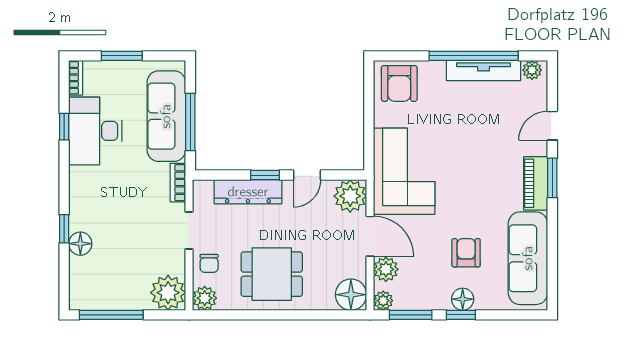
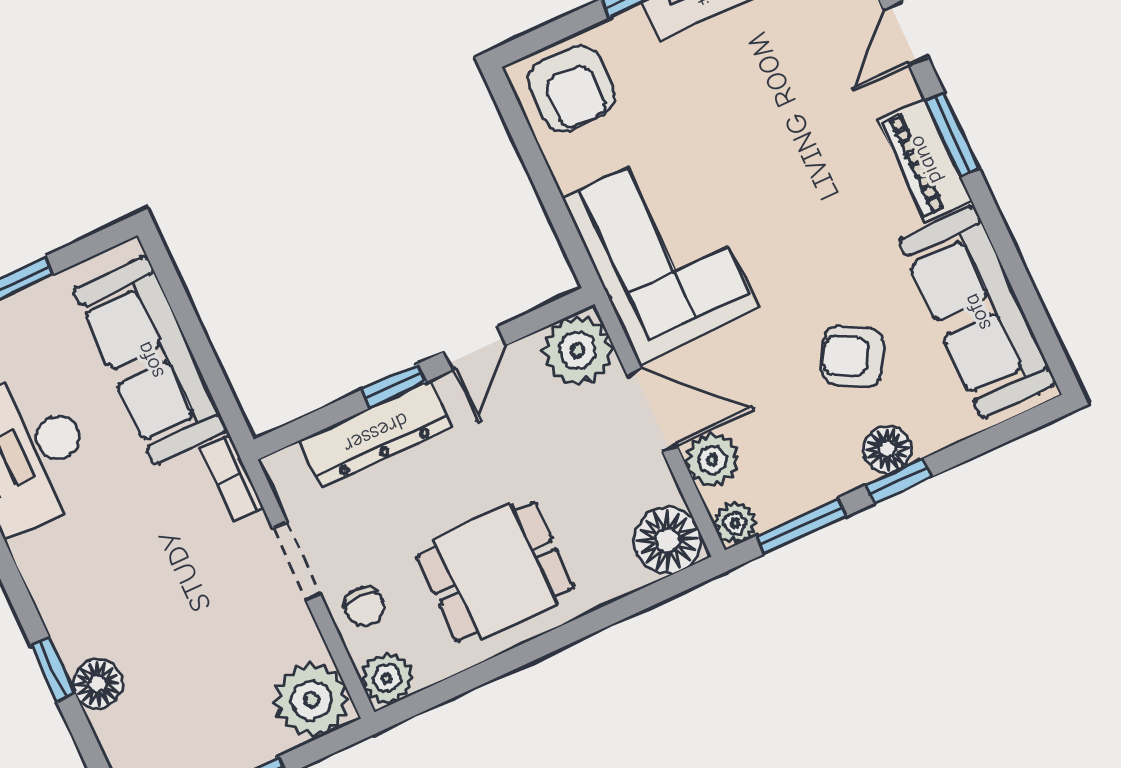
window: (190, 122) -> (202, 350), removed
armchair: (466, 253) -> (853, 356), turned -61

